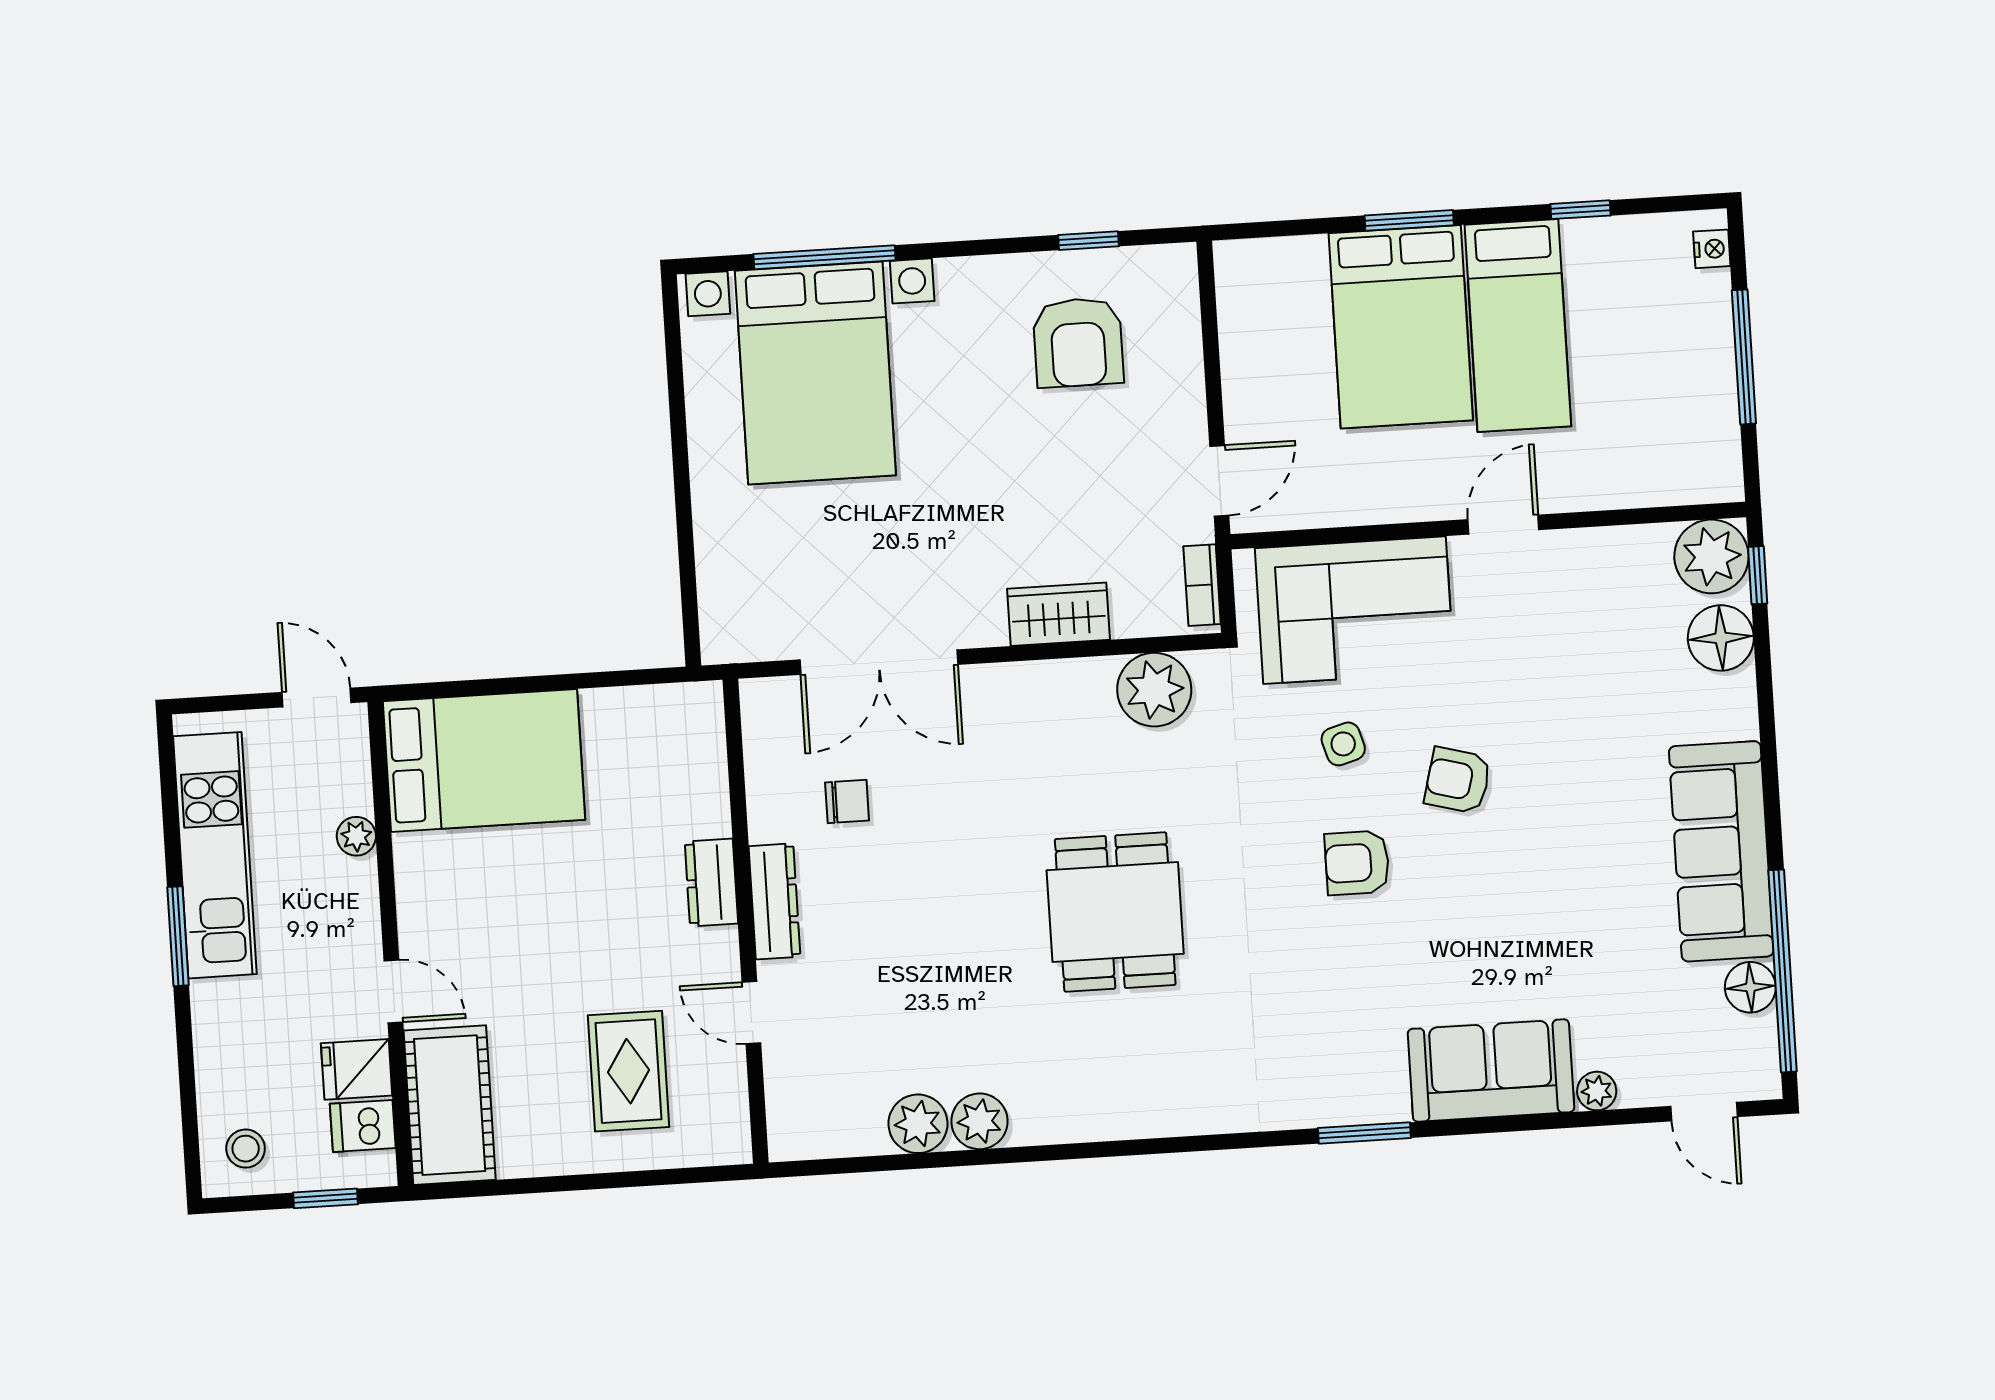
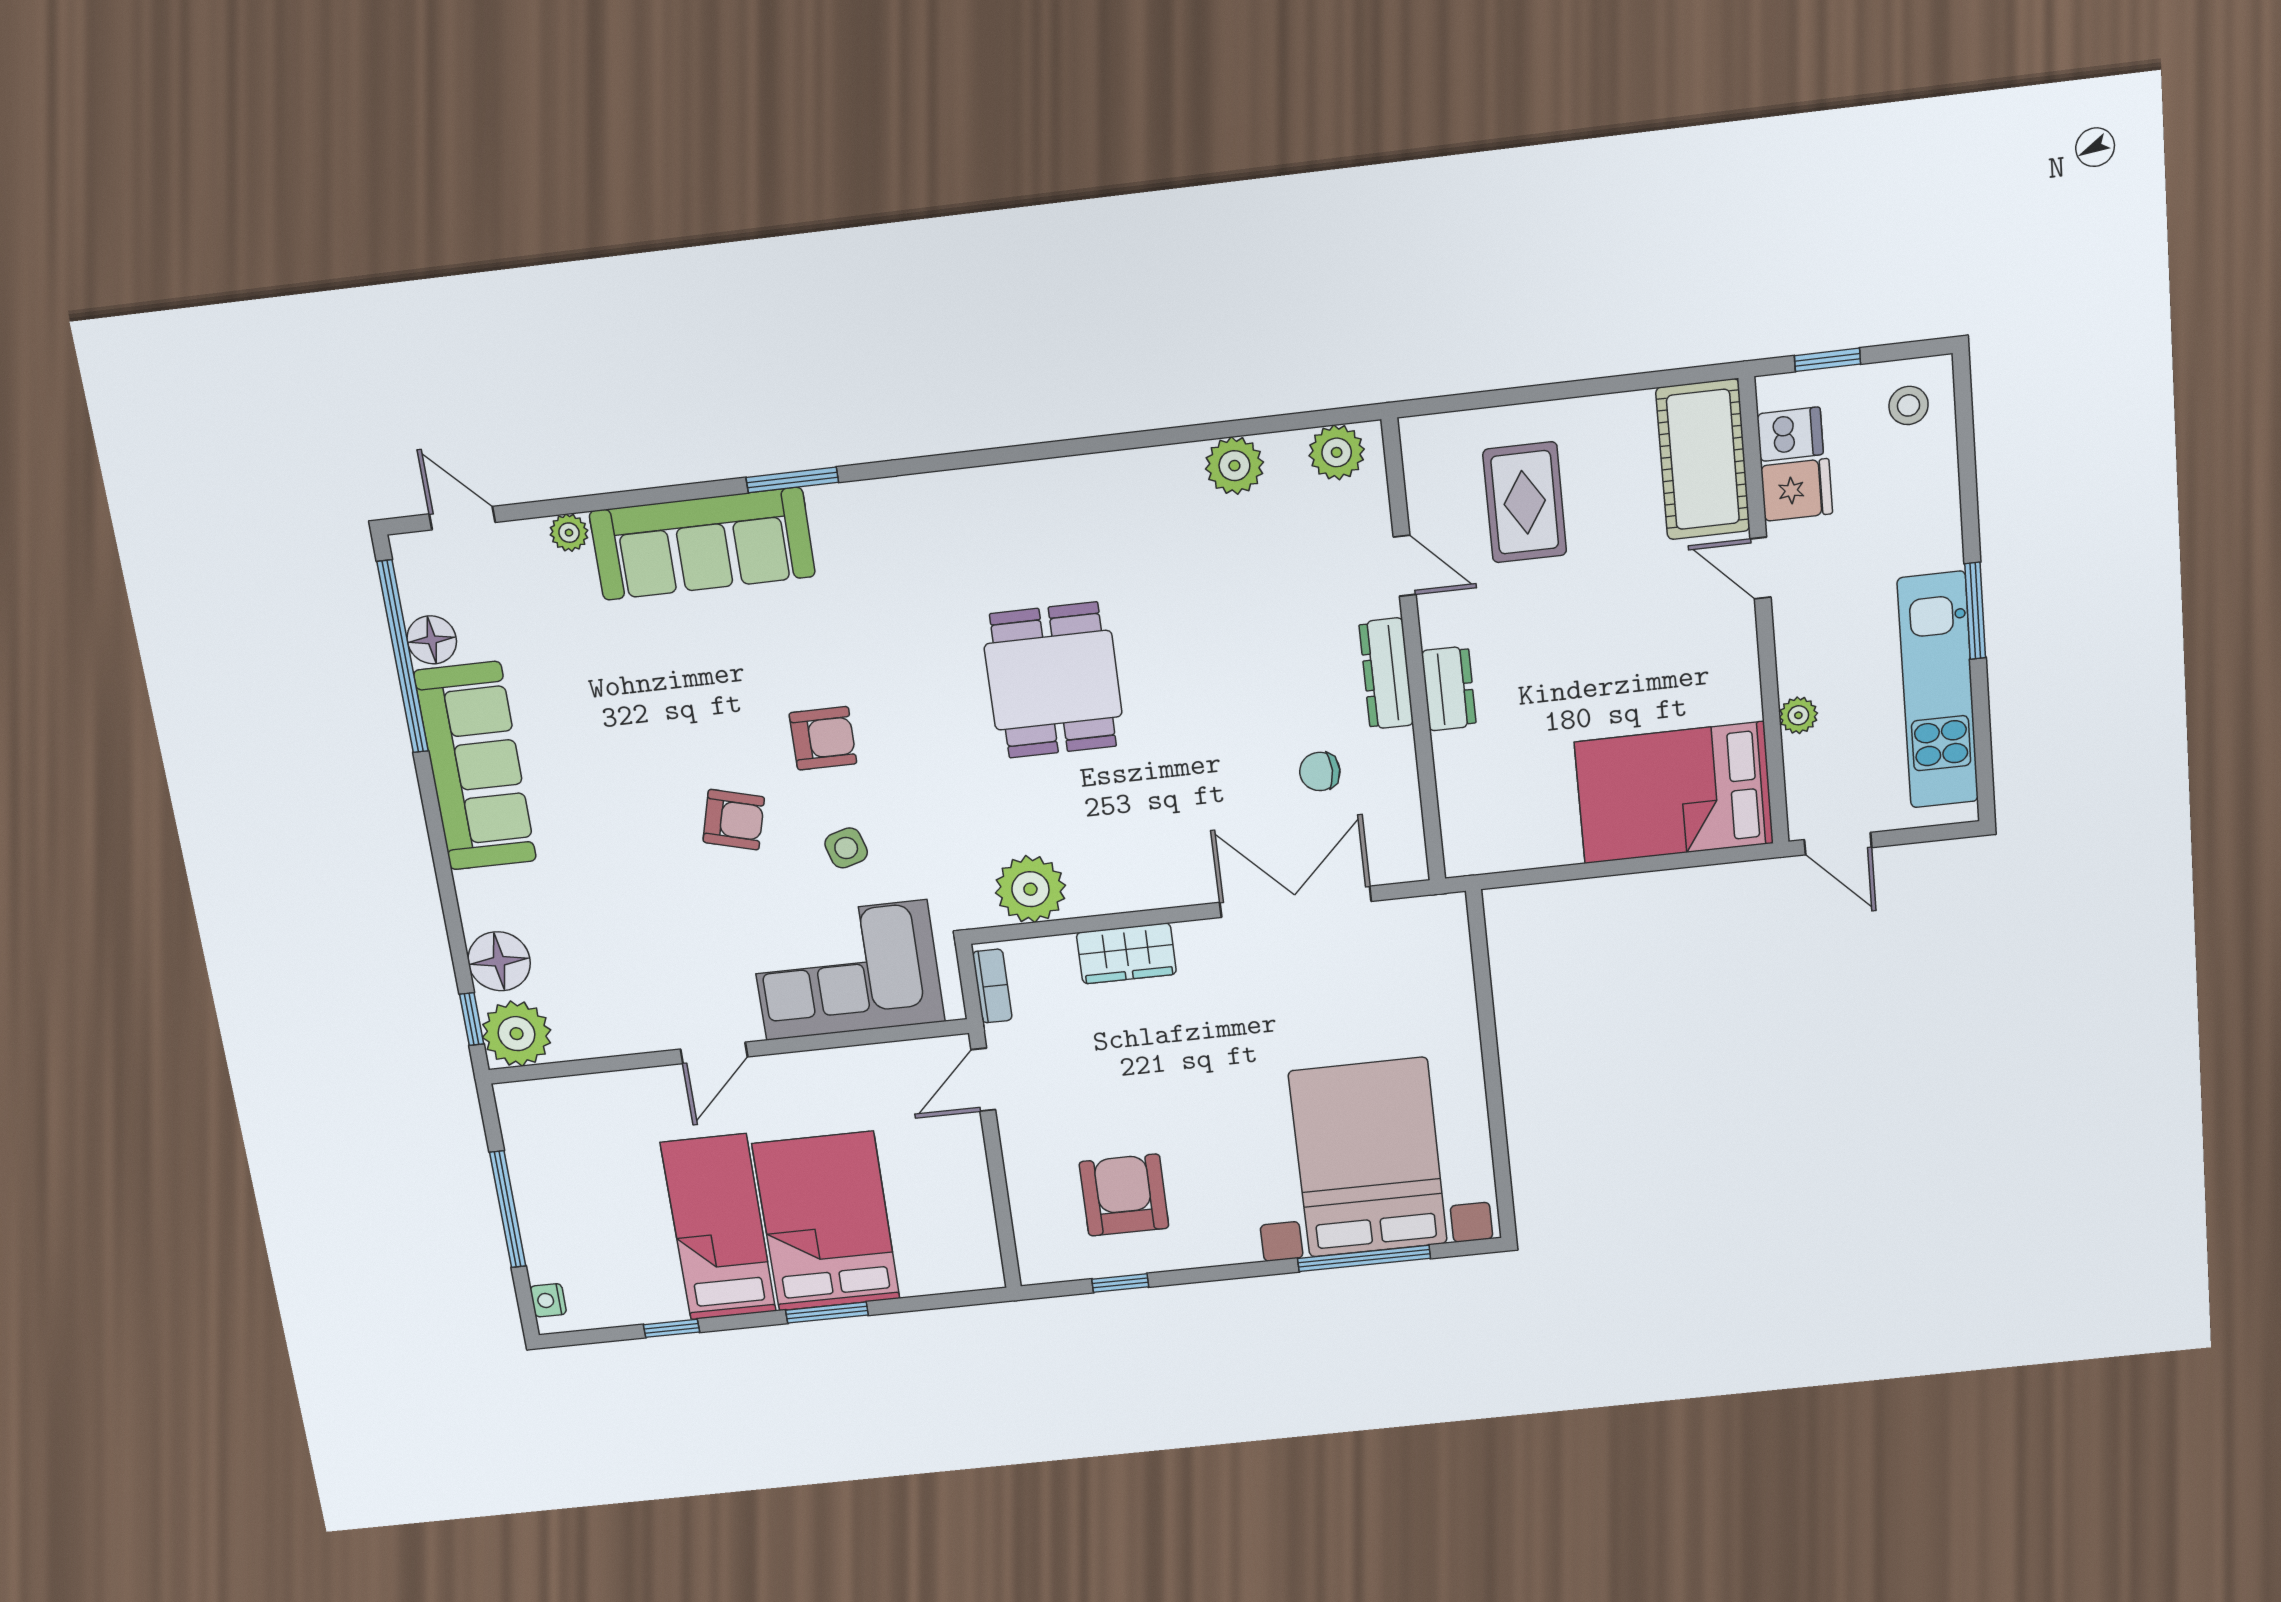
sofa: (1491, 1071) -> (702, 544), width x1.36
plant: (979, 1121) -> (1337, 452), moved

